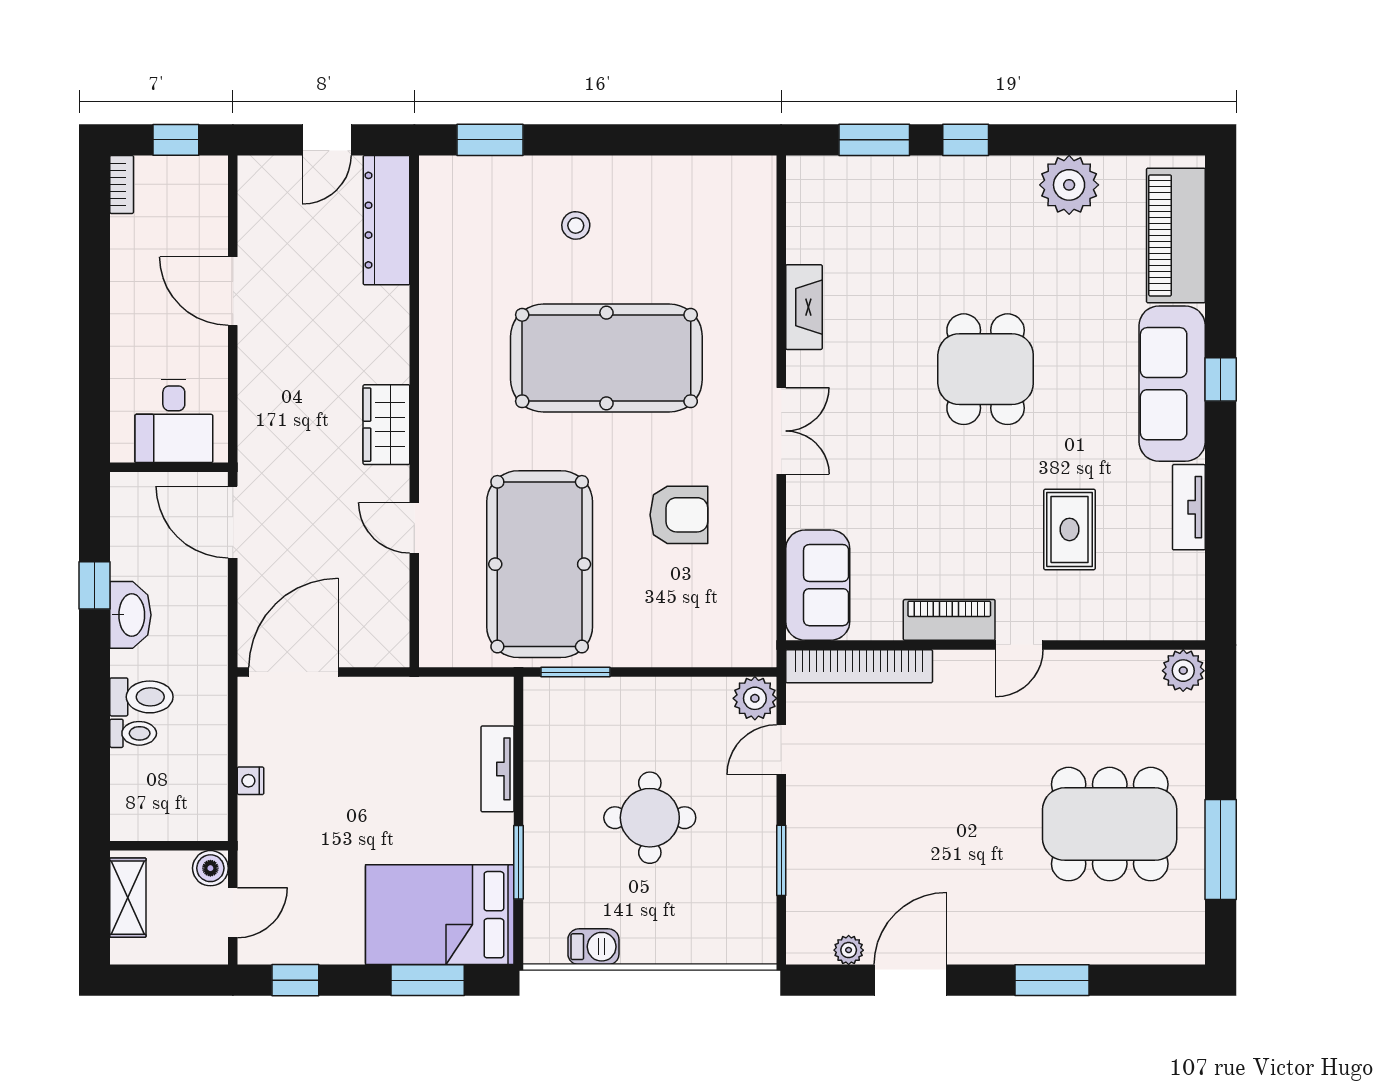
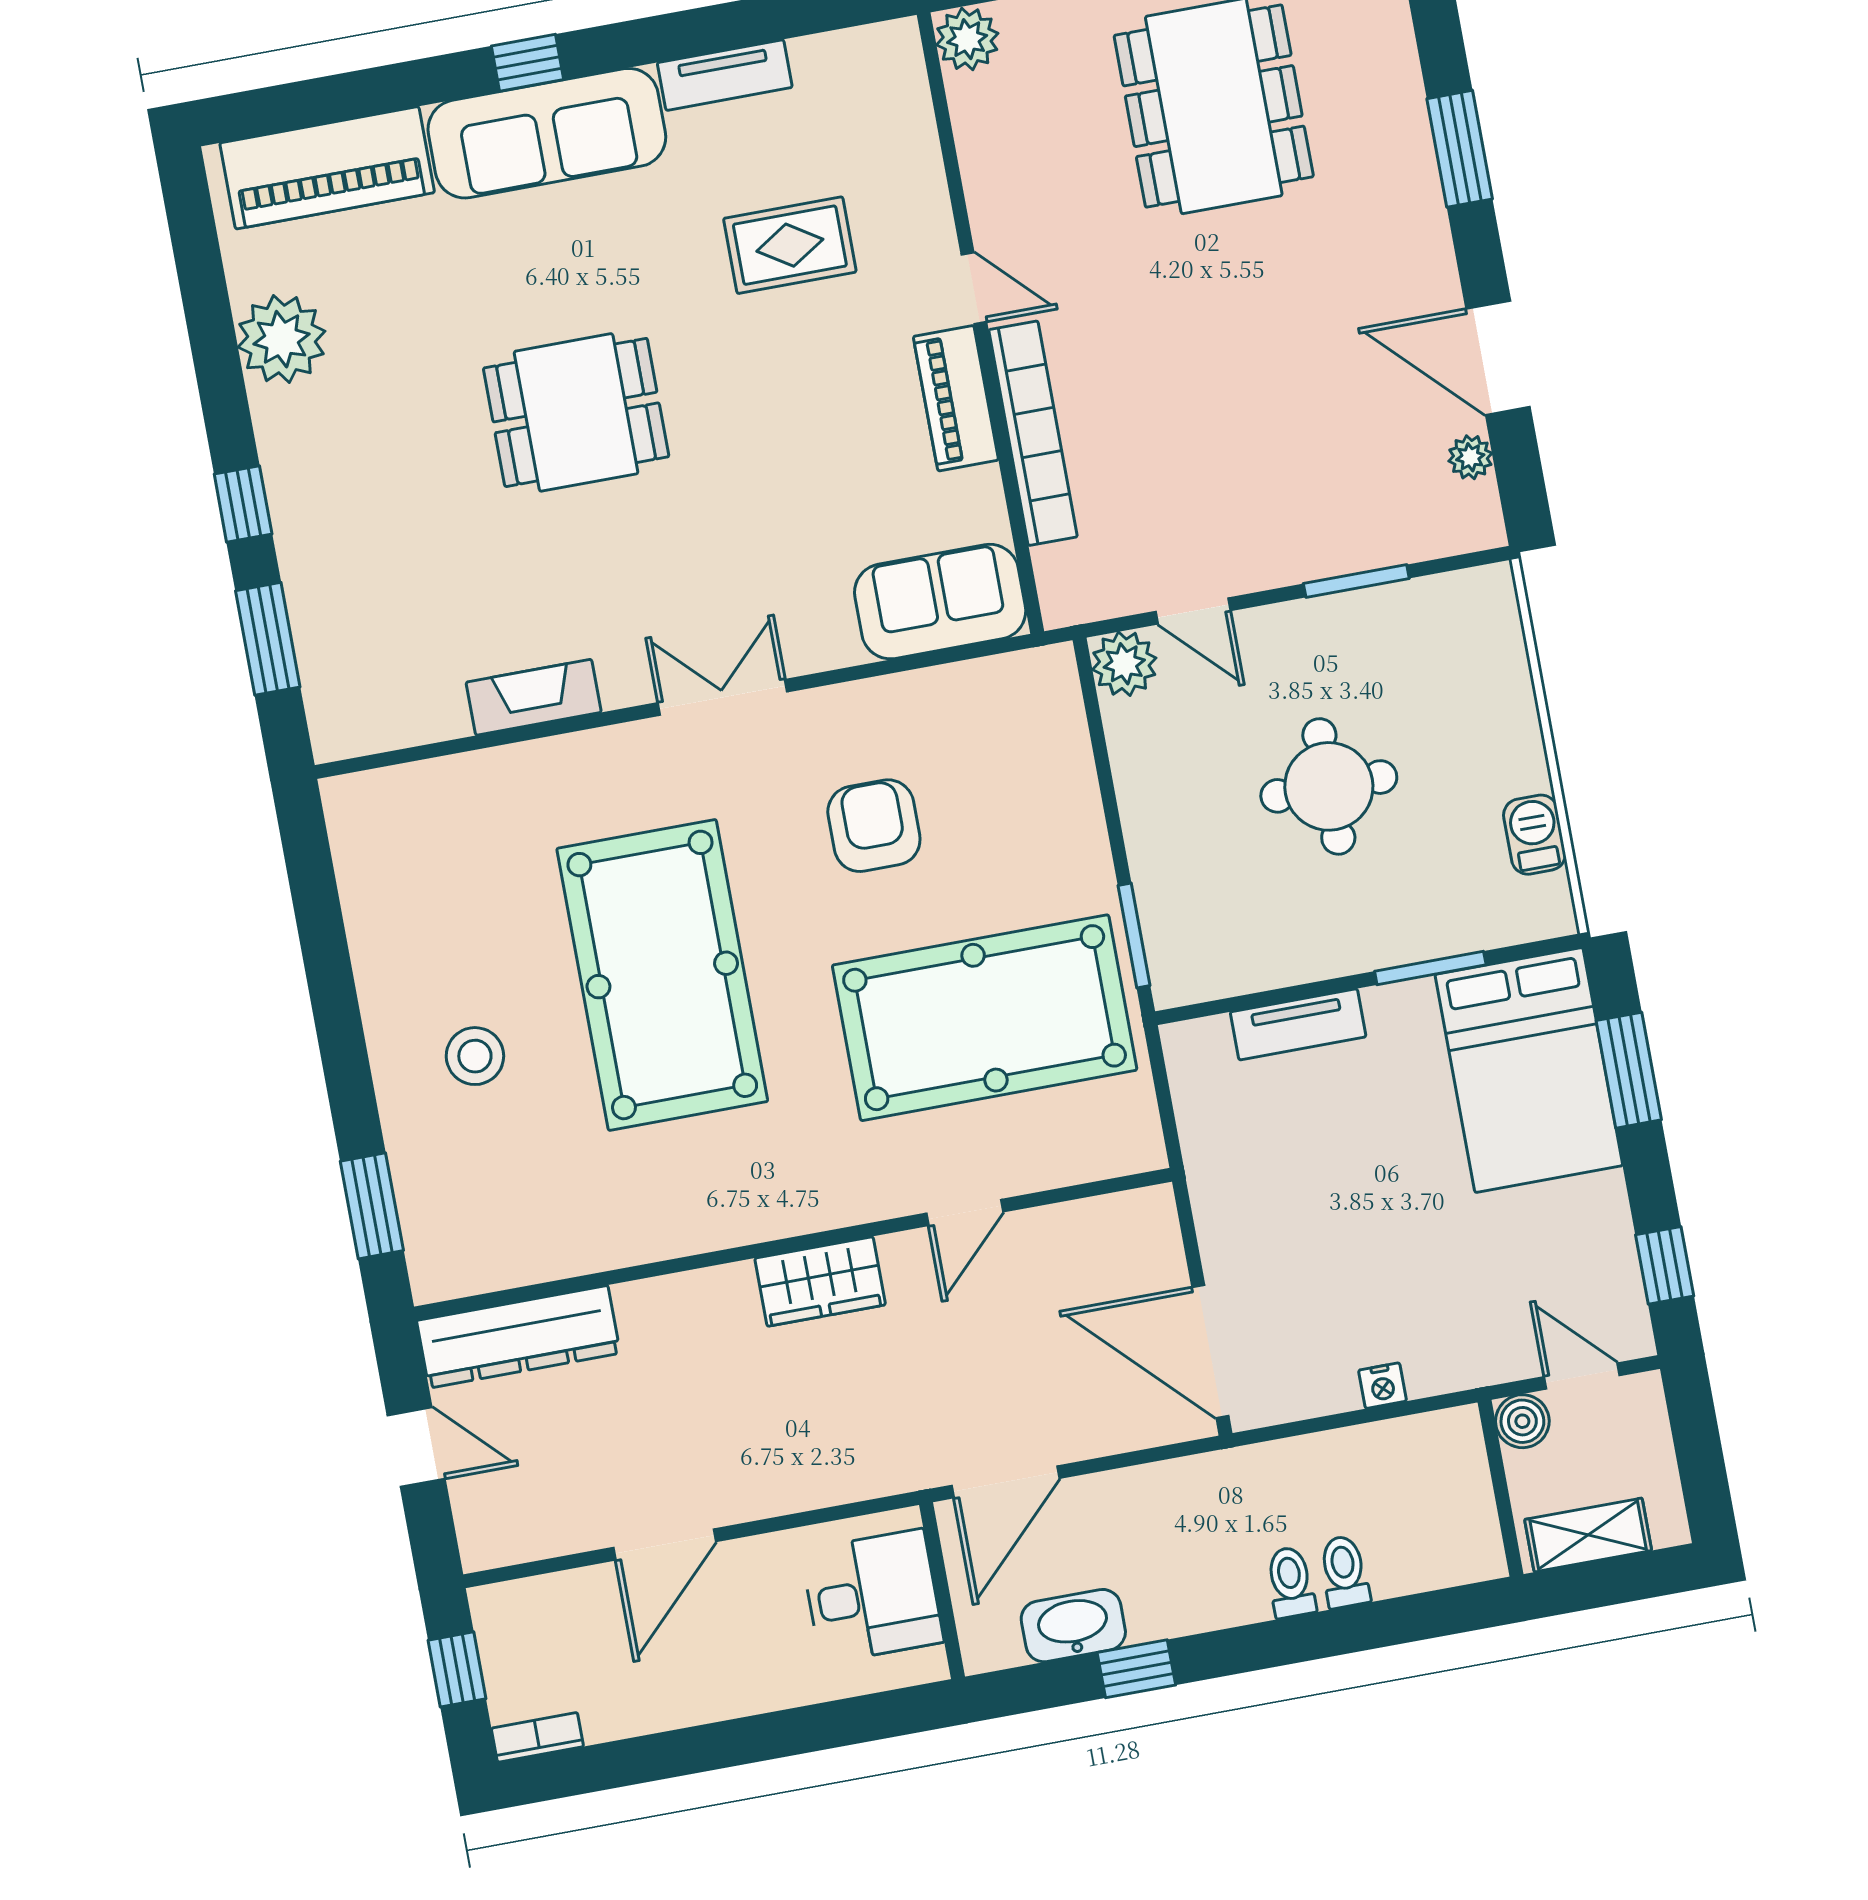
stool: (576, 225) -> (475, 1056), width x1.37, depth x1.37
washbasin: (130, 615) -> (1073, 1626), moved
bookcase: (859, 666) -> (1033, 433), moved
toilet: (141, 697) -> (1291, 1582), width x0.73, depth x0.72

